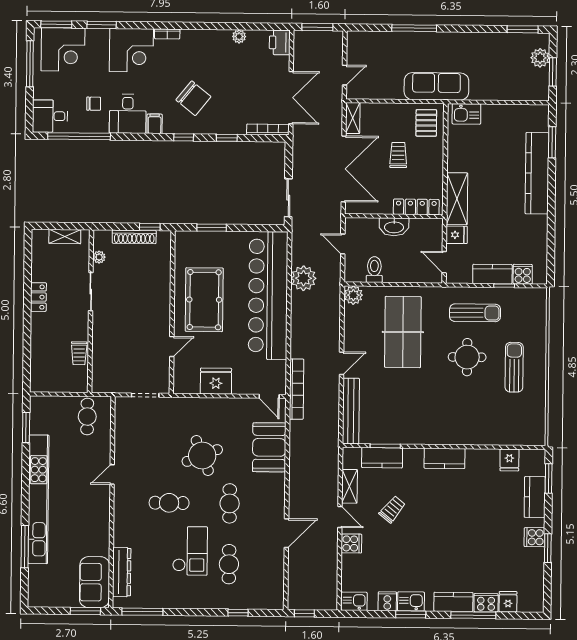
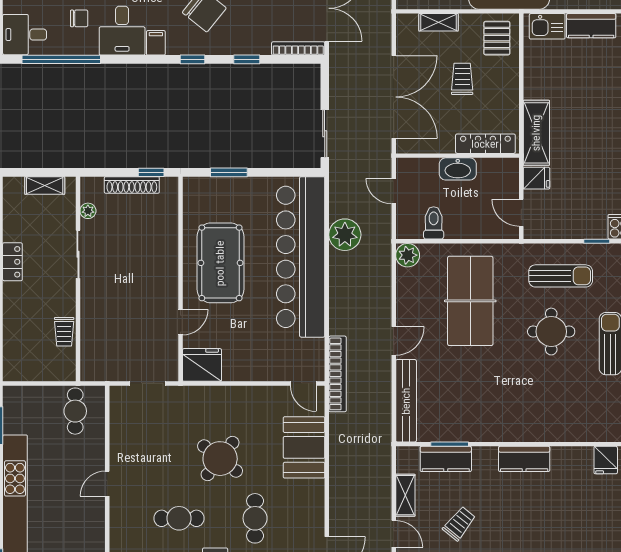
shelving: (353, 118) -> (438, 22), moved, turned 90
kitchen counter: (492, 274) -> (591, 26), moved, turned 180
fridge: (216, 381) -> (202, 365), moved
round table: (202, 456) -> (220, 459), turned -30

